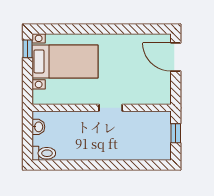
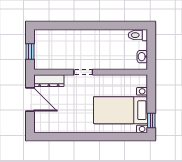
door: (176, 57) -> (30, 99), moved
dresser: (153, 98) -> (49, 81), added

